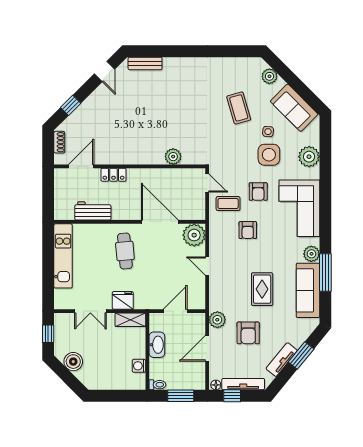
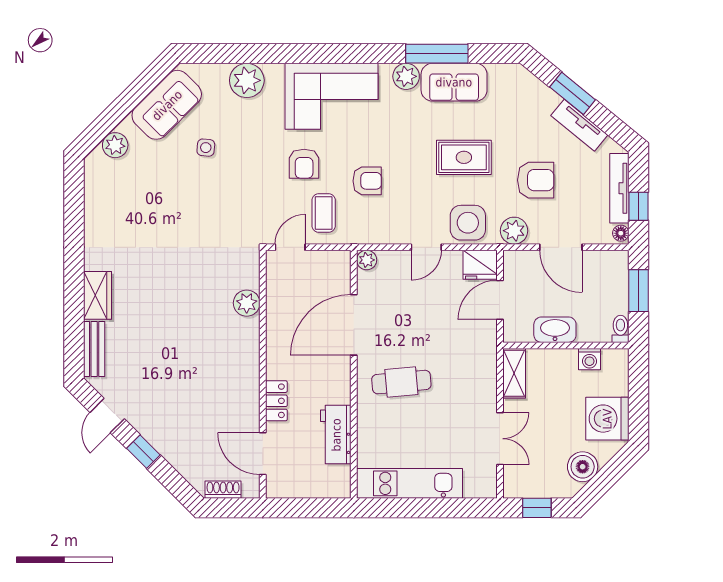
wardrobe: (178, 66) -> (98, 295), added
door: (104, 71) -> (107, 416), swing flipped
window: (71, 105) -> (143, 452), moved
coffee table: (239, 108) -> (167, 196), removed
side table: (269, 155) -> (468, 223), moved
armchair: (258, 192) -> (304, 164), turned 90
plant: (194, 235) -> (367, 260), width x0.53, depth x0.53
sofa: (308, 290) -> (454, 82), width x0.73
fridge: (123, 300) -> (480, 265), moved, turned -90
door: (175, 311) -> (500, 300), hinge flipped
washing machine: (103, 377) -> (607, 419), added

